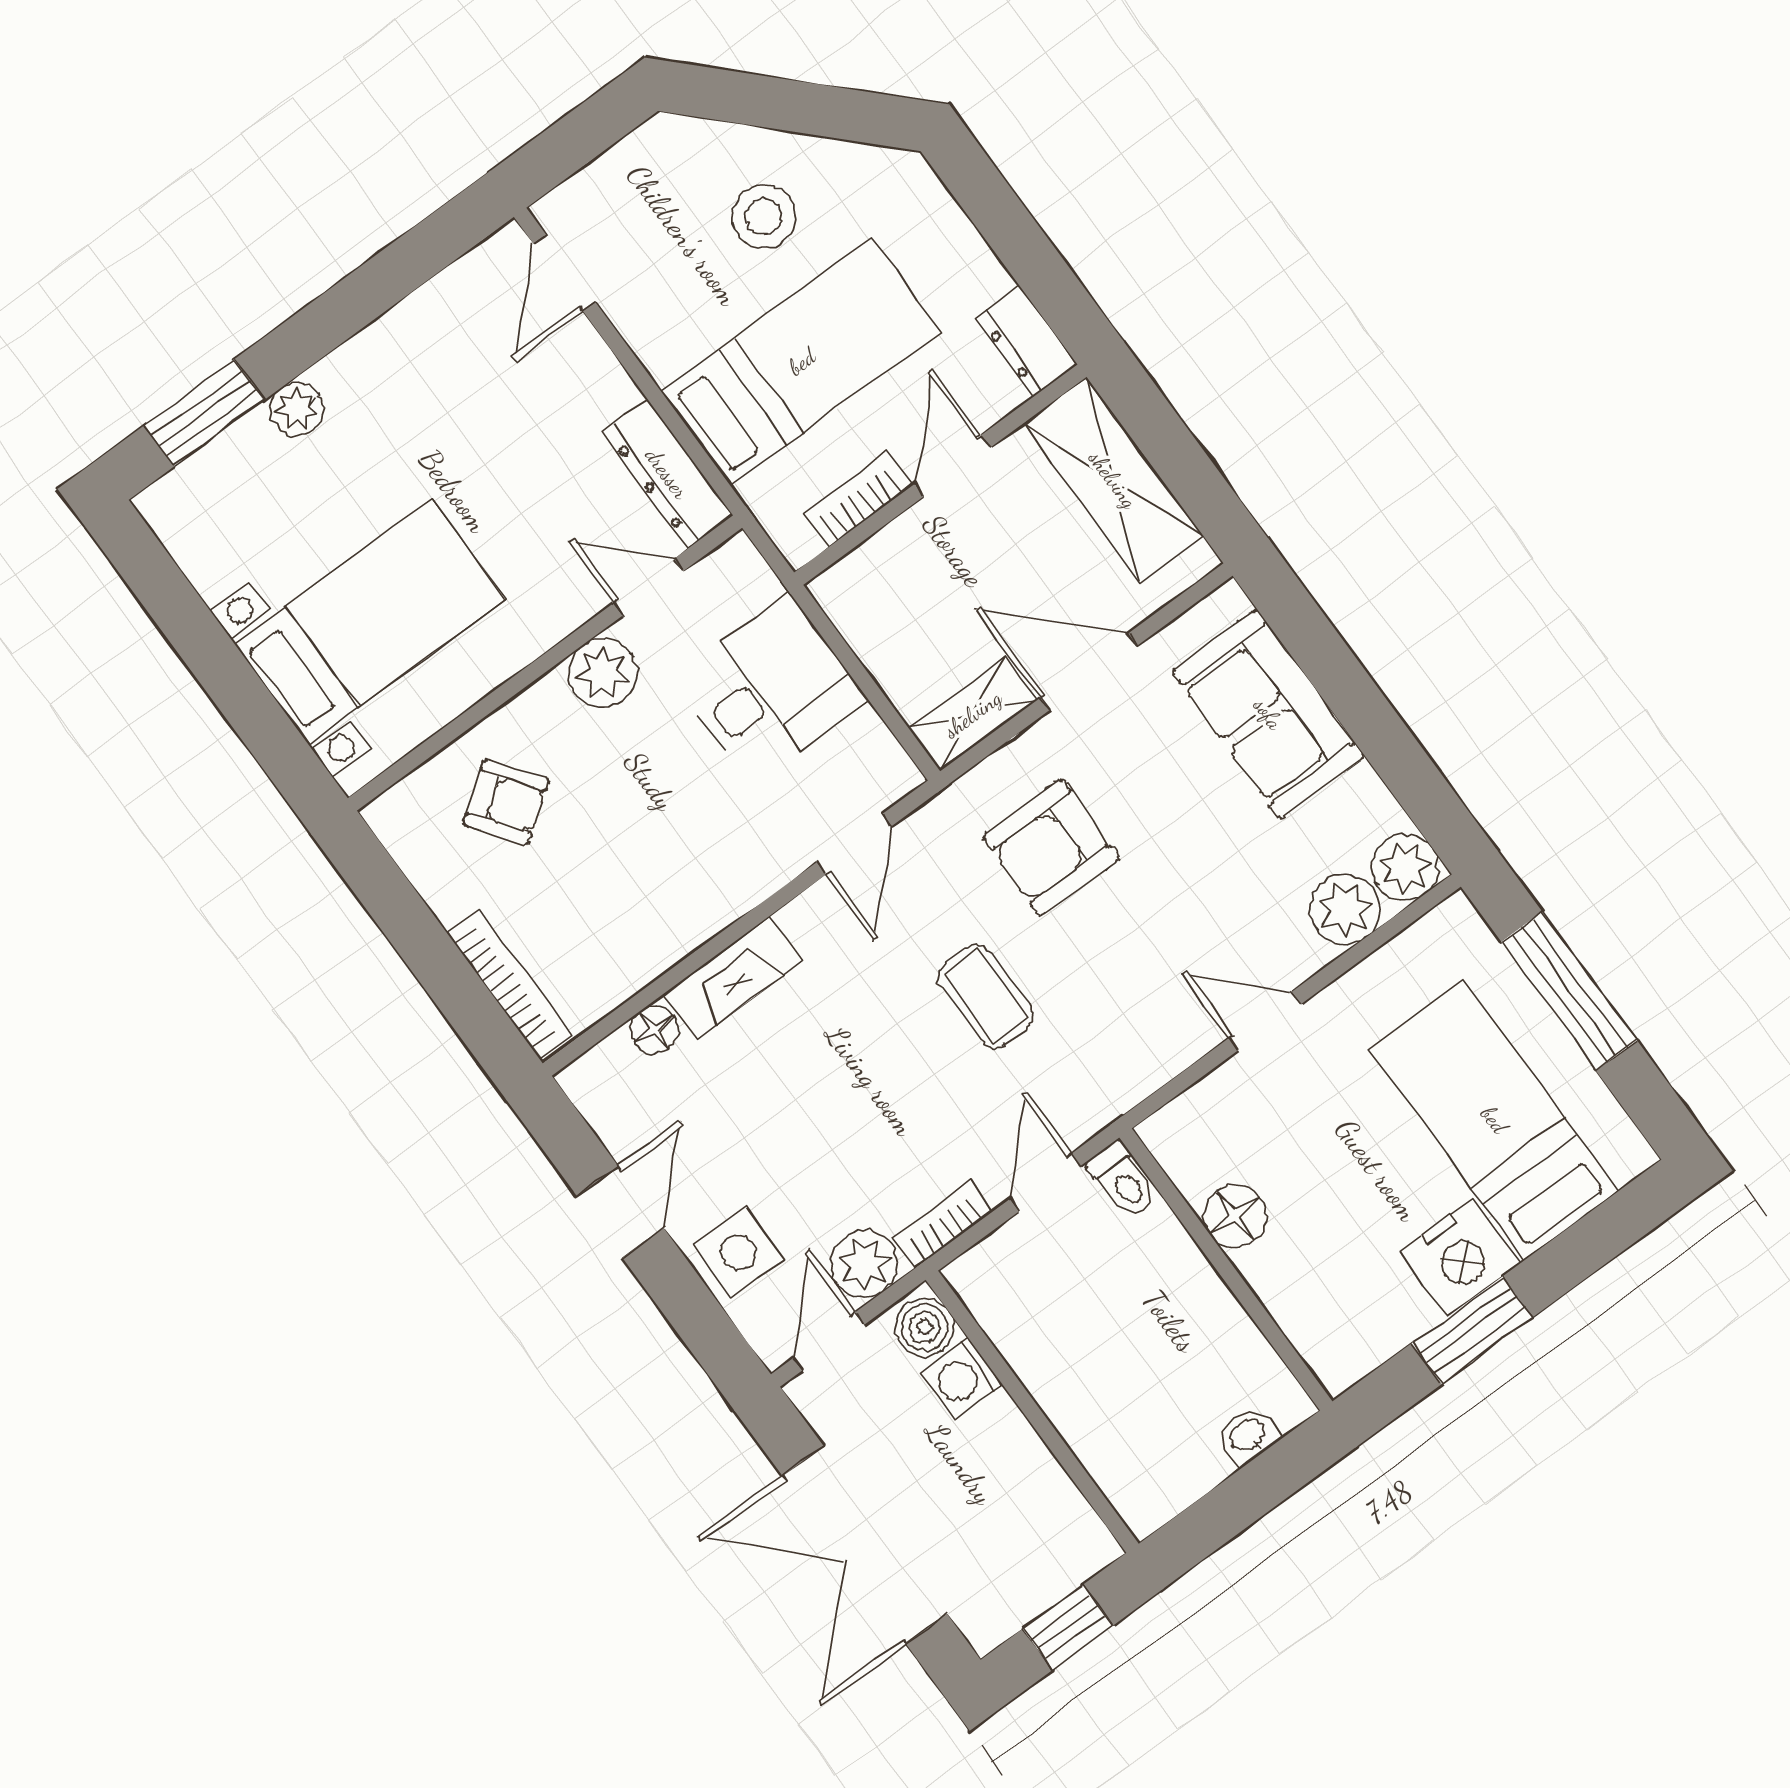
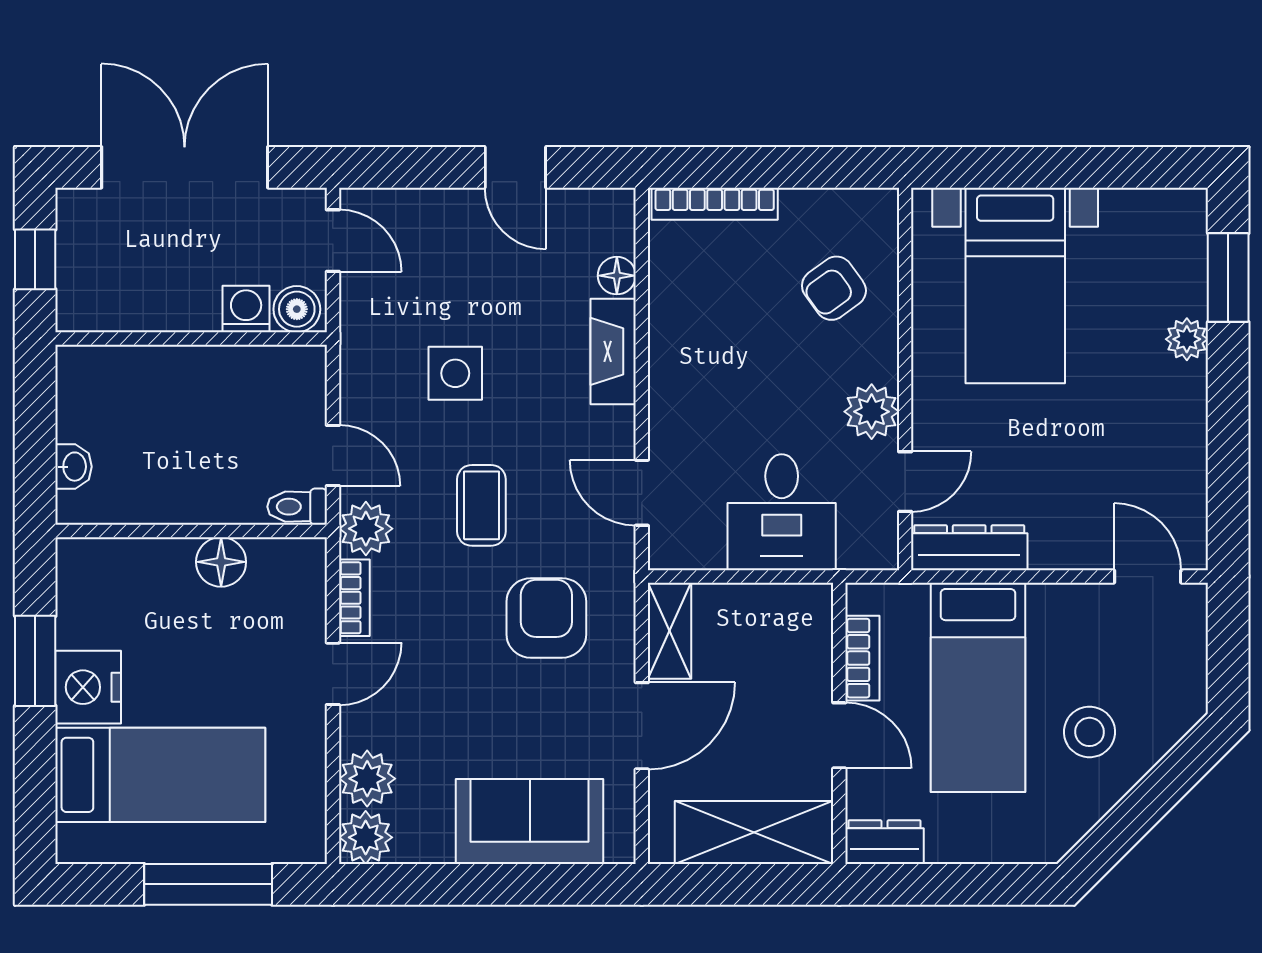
coffee table: (986, 996) -> (481, 505), turned 90
bookcase: (943, 1224) -> (354, 598), moved
side table: (738, 1252) -> (455, 373), moved
plant: (865, 1264) -> (366, 529), moved

